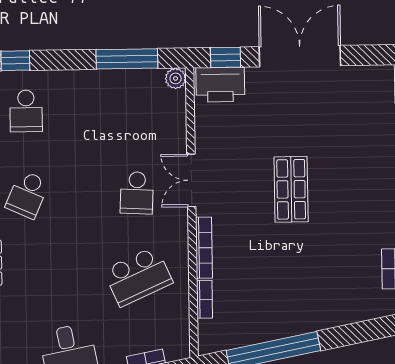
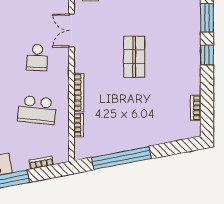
double door: (191, 180) -> (72, 31), moved
school desk: (138, 276) -> (37, 110), turned 30

